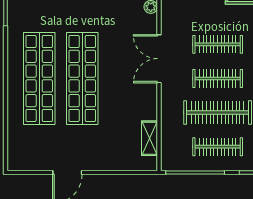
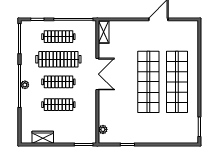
double door: (159, 59) -> (97, 74), moved
shelving: (150, 138) -> (104, 32), moved

